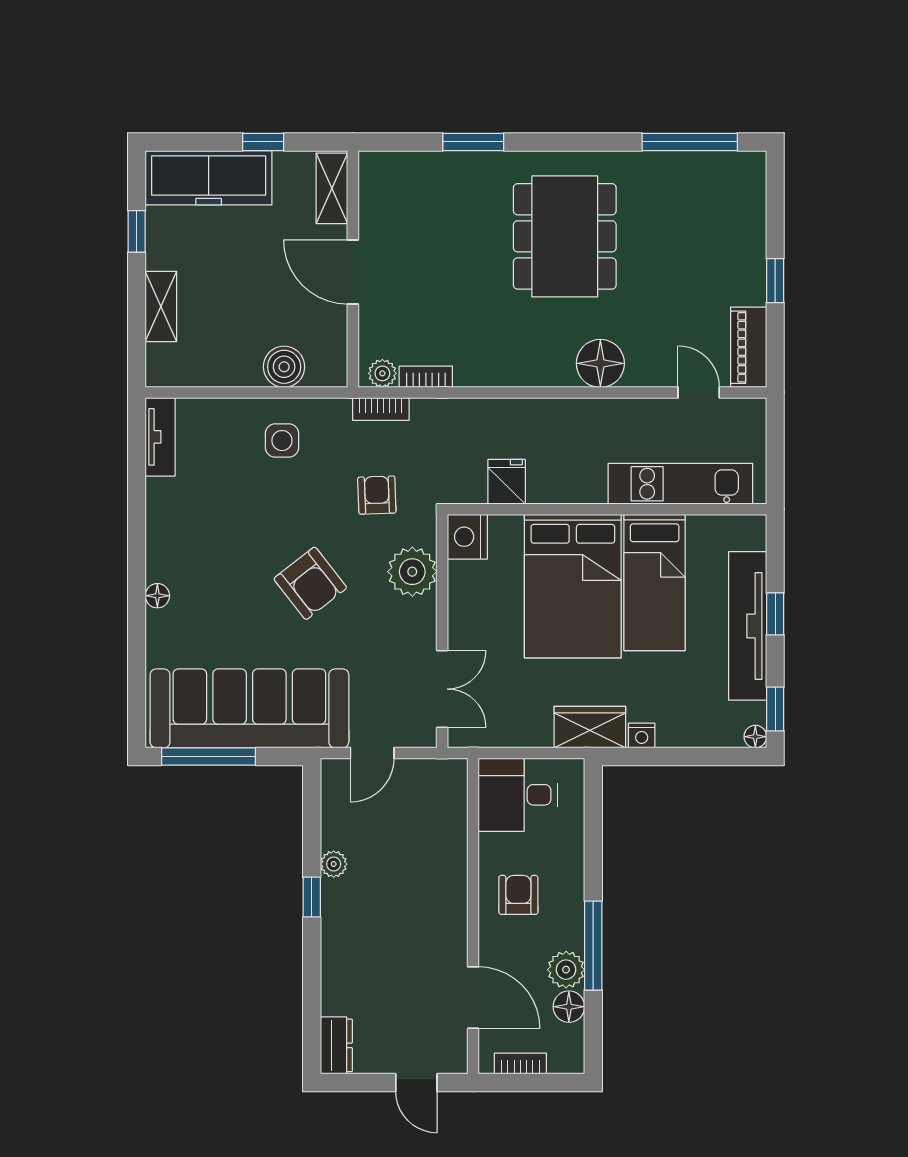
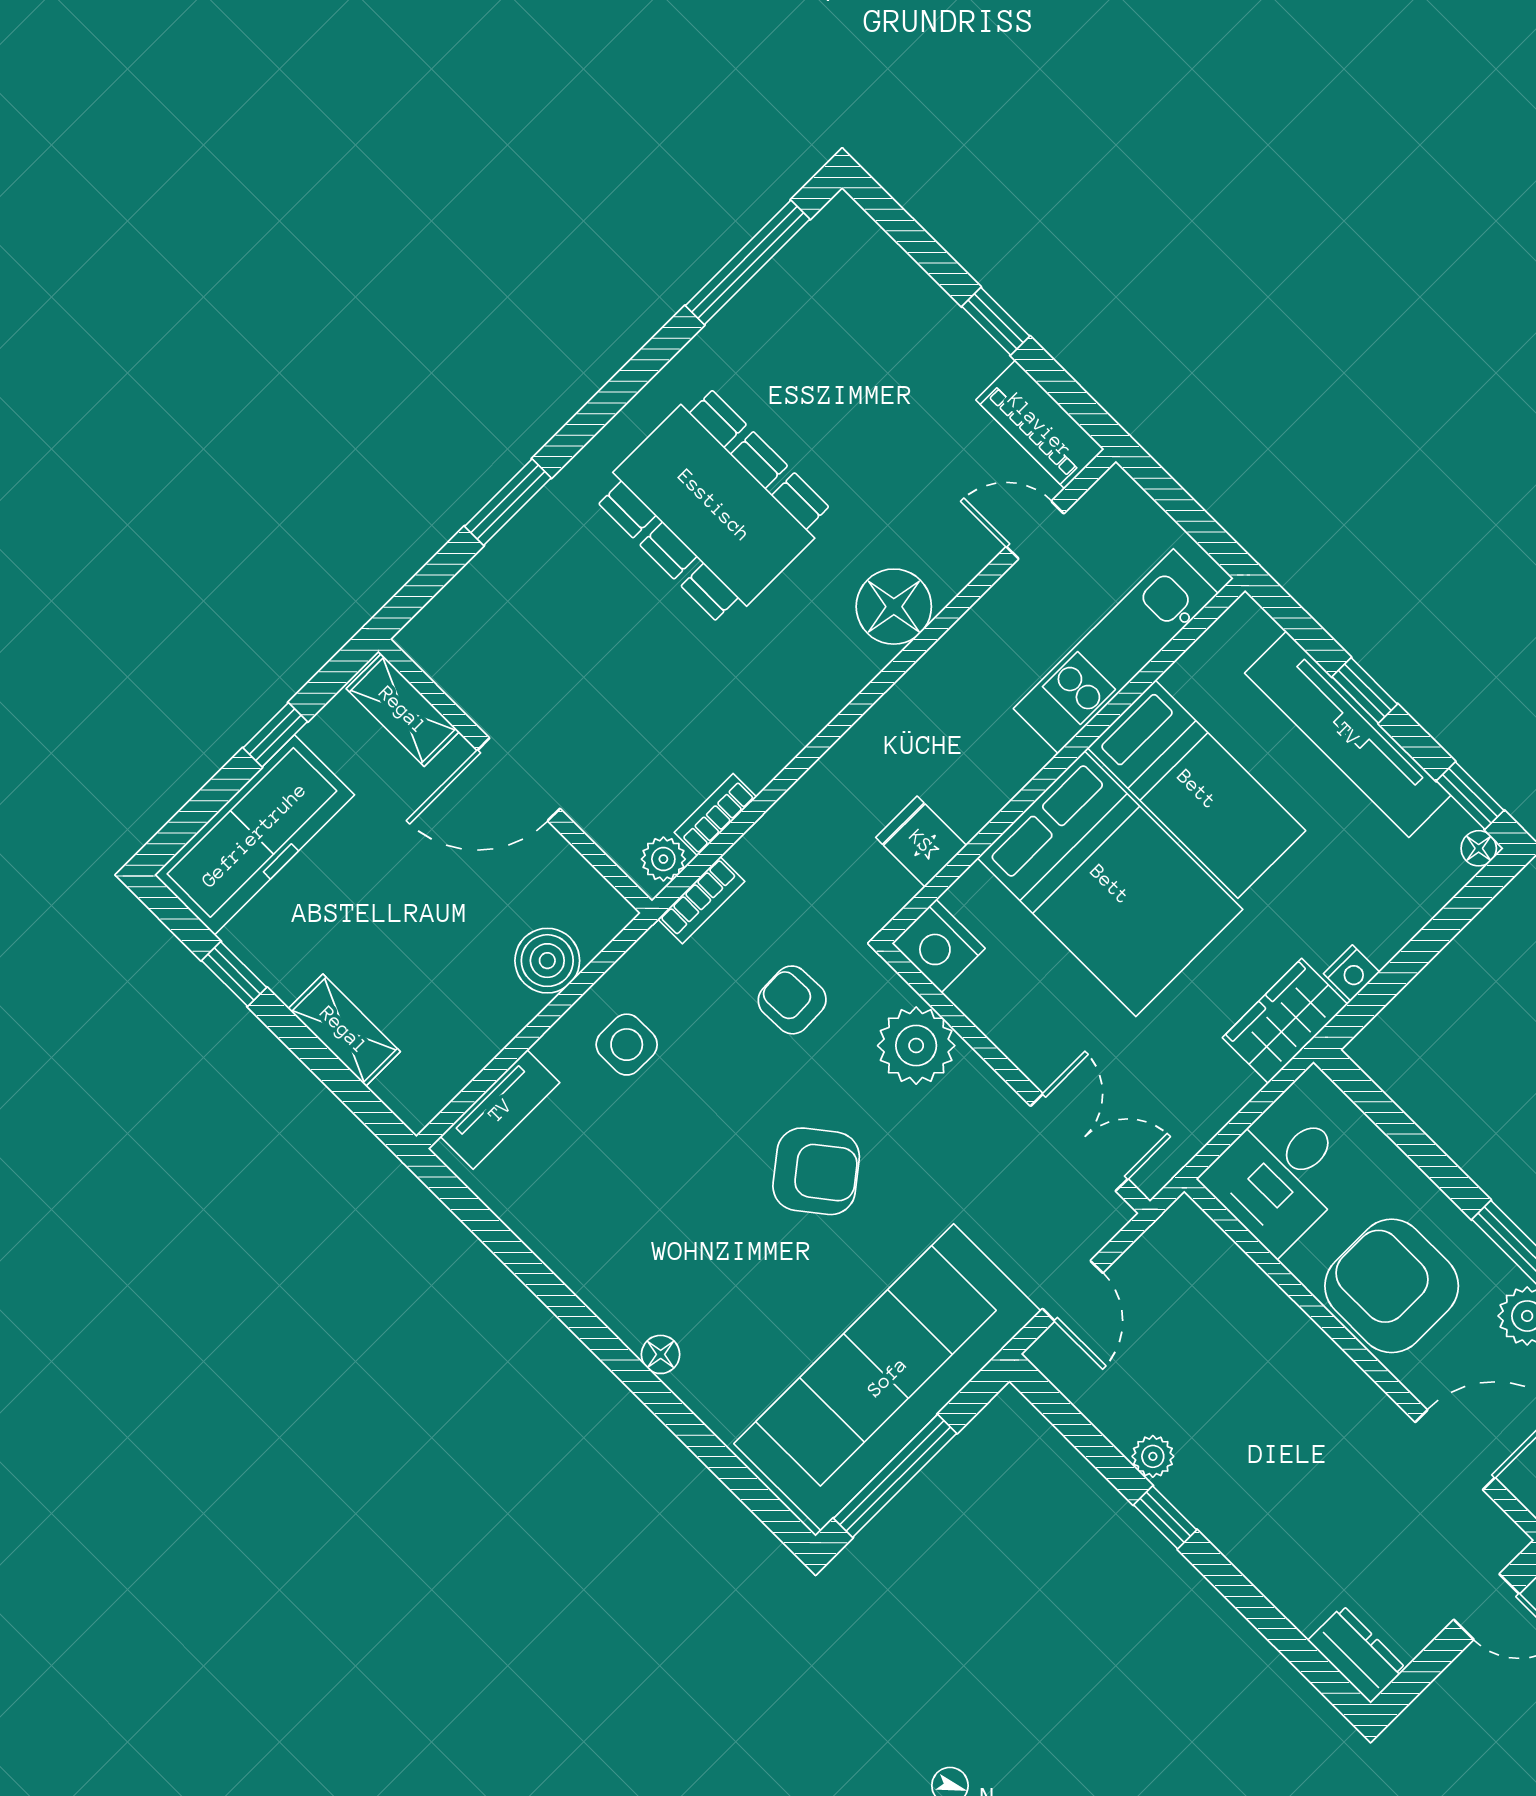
tv unit: (160, 437) -> (500, 1110), moved, turned 90
armchair: (518, 895) -> (1392, 1286), width x1.88, depth x1.88

